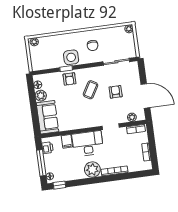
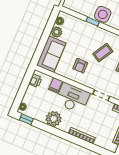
armchair: (69, 79) -> (80, 66), moved
window: (41, 163) -> (22, 91), removed
plant: (92, 169) -> (54, 119), moved

